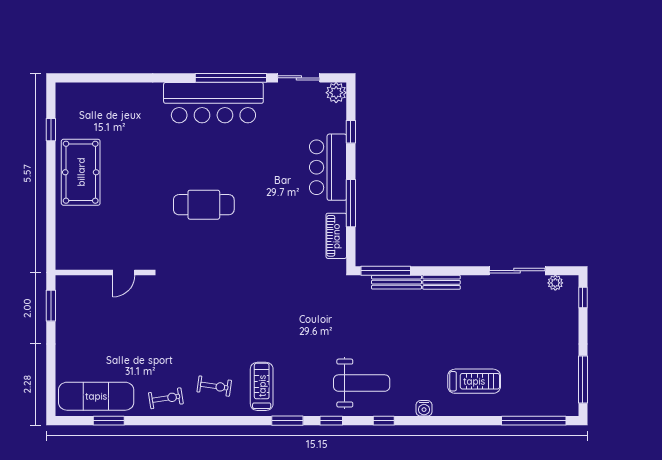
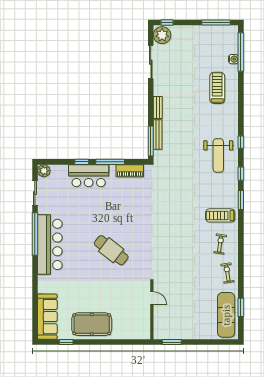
sofa: (93, 98) -> (47, 317), added
window: (351, 132) -> (82, 162), moved
cafe table: (204, 205) -> (111, 250), turned -52
plant: (555, 283) -> (162, 35), width x1.87, depth x1.87
weight bench: (362, 383) -> (218, 155), turned 180
water cooler: (424, 408) -> (233, 59), moved

